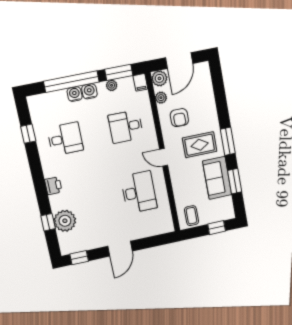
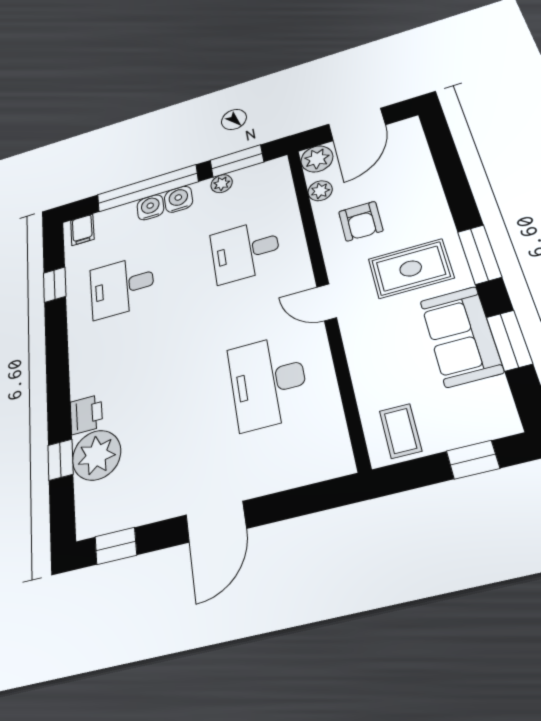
filing cabinet: (140, 82) -> (82, 230), moved
desk: (65, 139) -> (122, 287), turned 180
printer: (53, 186) -> (86, 414), moved
desk: (139, 192) -> (268, 382), turned 180

